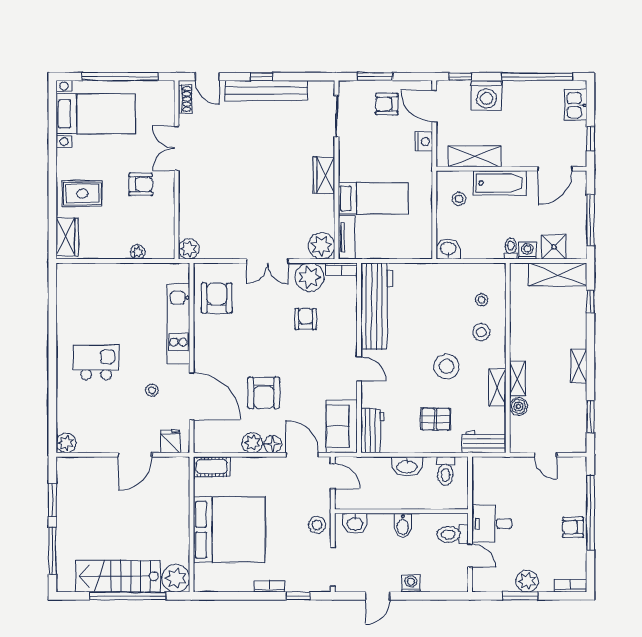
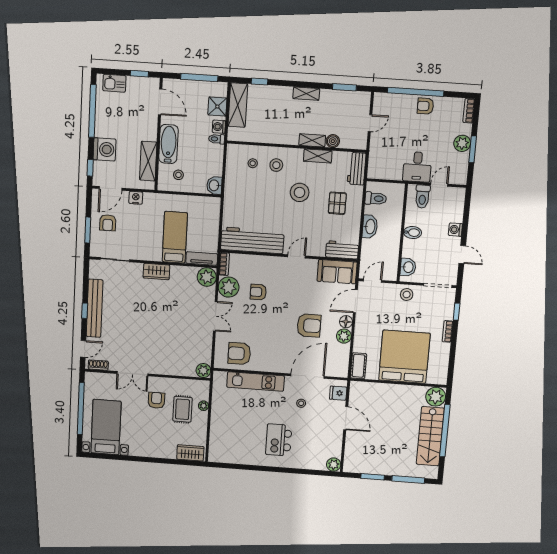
rug: (82, 194) -> (182, 409), moved
armchair: (573, 527) -> (425, 106), turned 90

